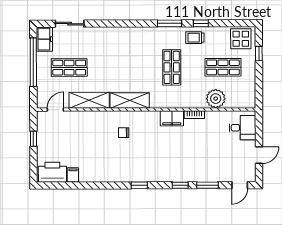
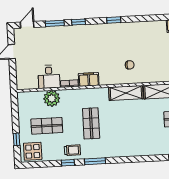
desk: (243, 128) -> (49, 77), moved, turned -90

